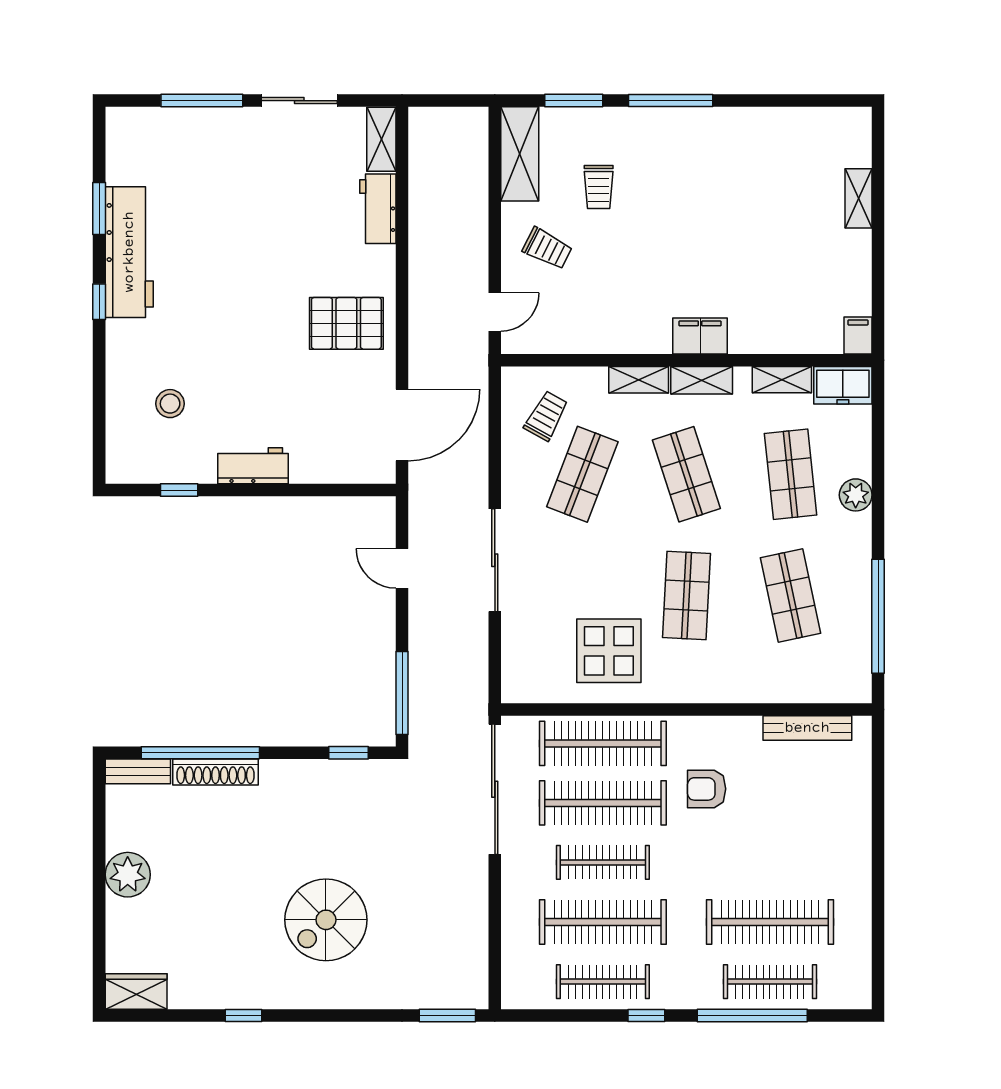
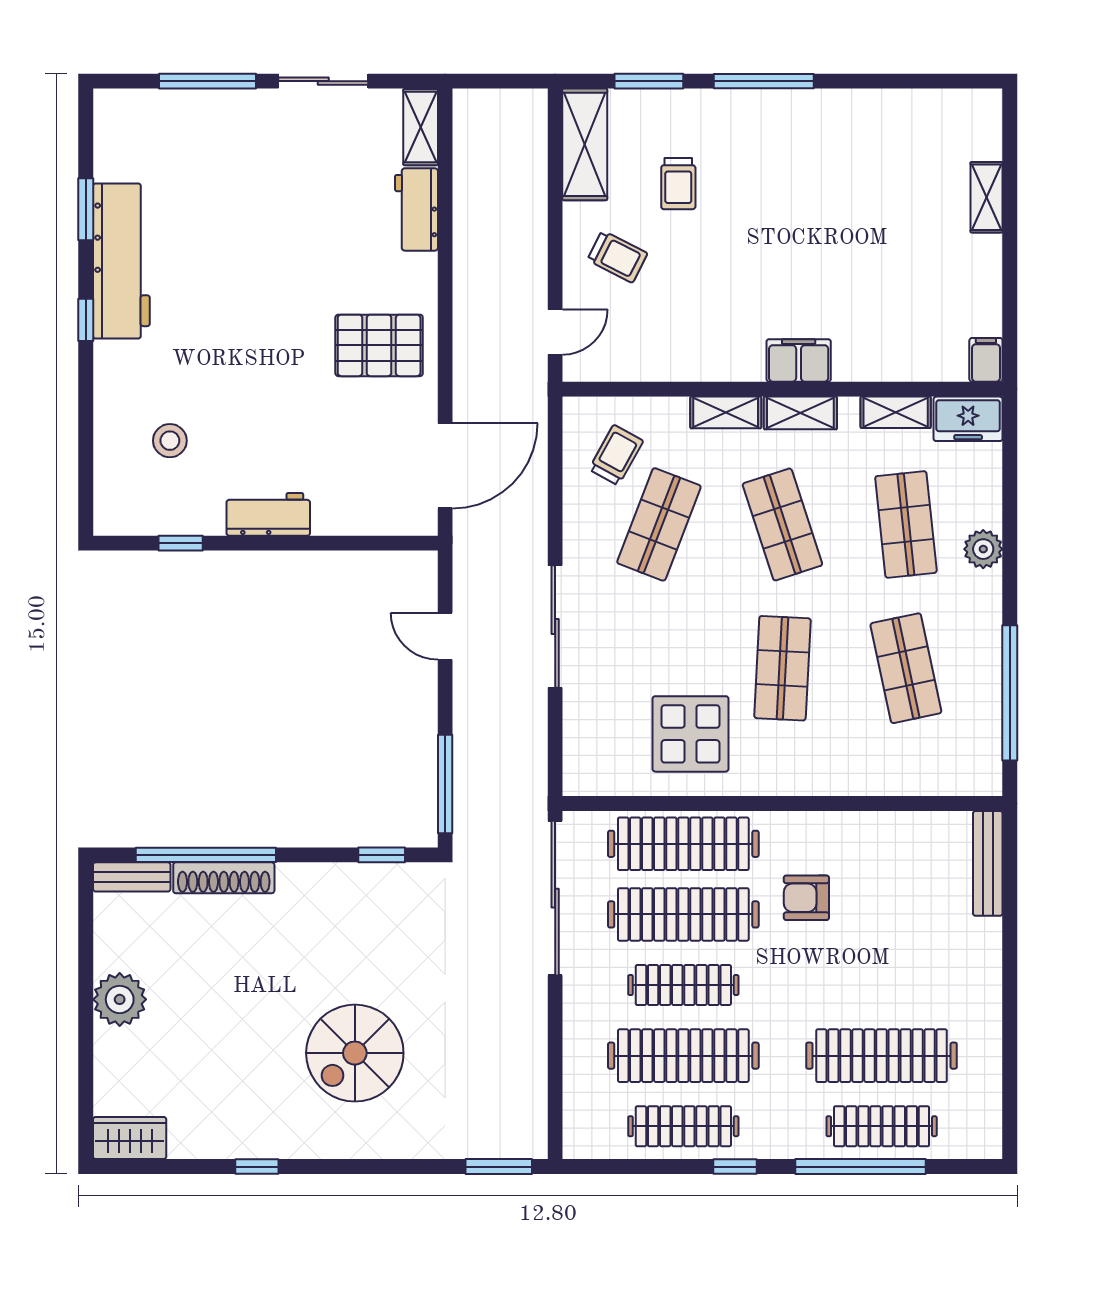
bench: (807, 728) -> (988, 863), moved, turned 90

